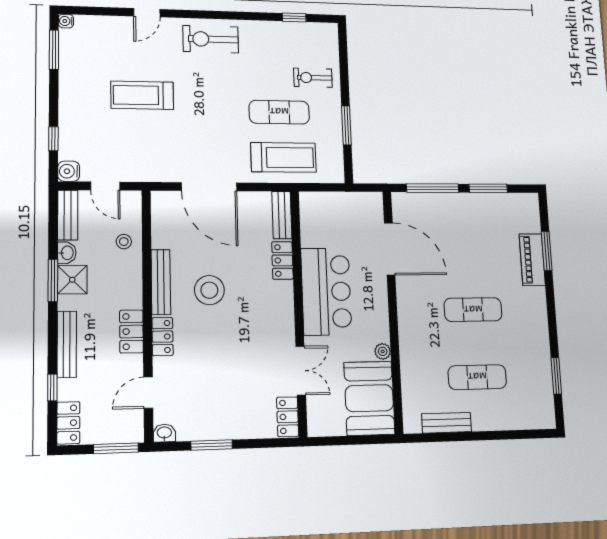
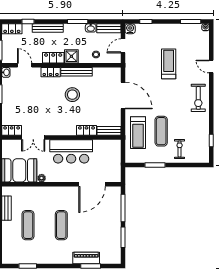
exercise bike: (211, 39) -> (198, 98), turned 180
door: (209, 187) -> (123, 96), swing flipped
shower: (72, 280) -> (71, 56), moved

